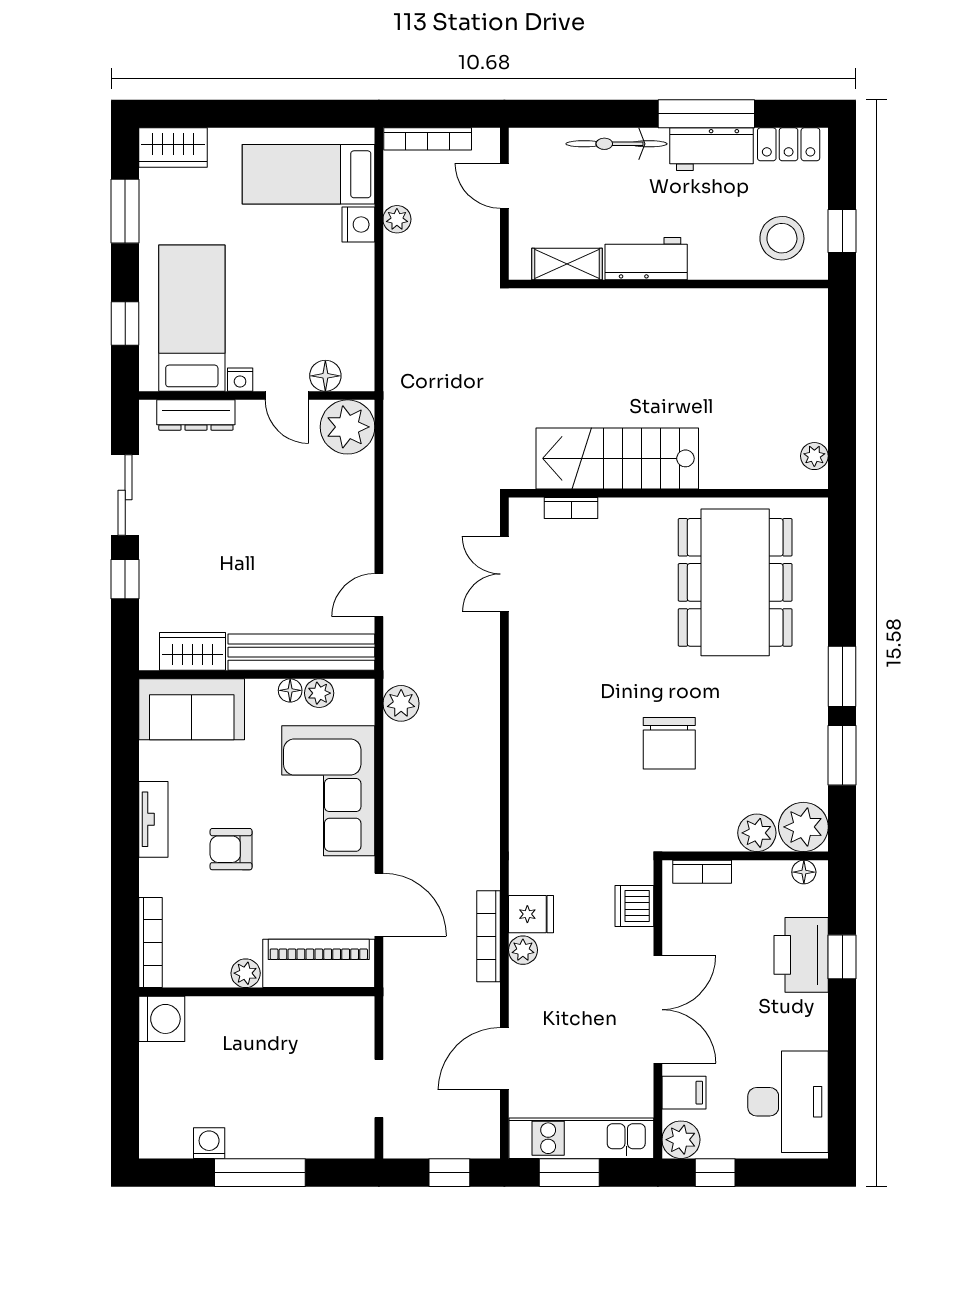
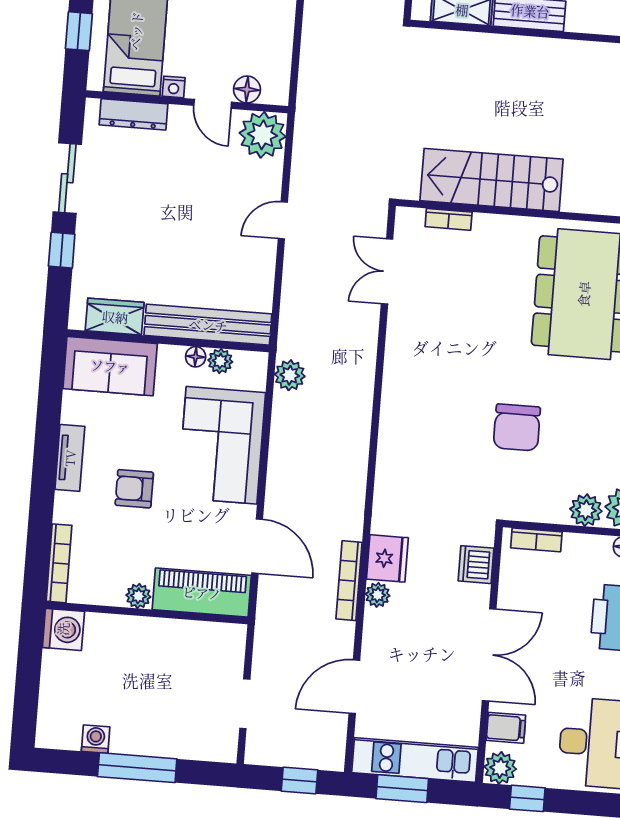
door: (379, 595) -> (283, 220), moved
fridge: (531, 914) -> (387, 558), width x1.38

